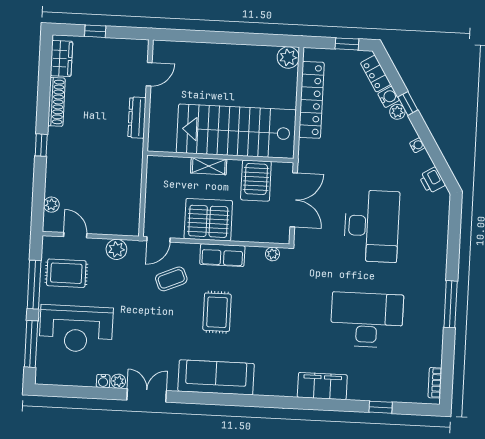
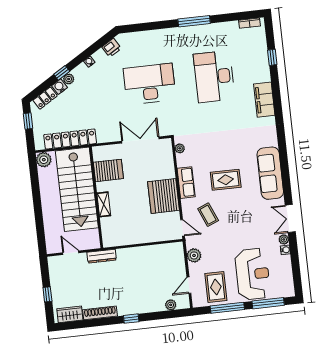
stairs: (236, 131) -> (77, 189), moved
wall: (220, 157) -> (96, 197), moved
shelving: (209, 166) -> (104, 204), moved
server rack: (256, 181) -> (108, 170), moved

